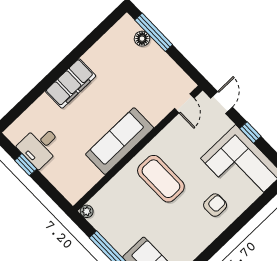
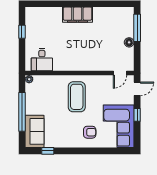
floor lamp: (142, 39) -> (129, 42), moved
sofa: (120, 141) -> (74, 62), removed
desk: (40, 146) -> (42, 60), moved, turned -90

